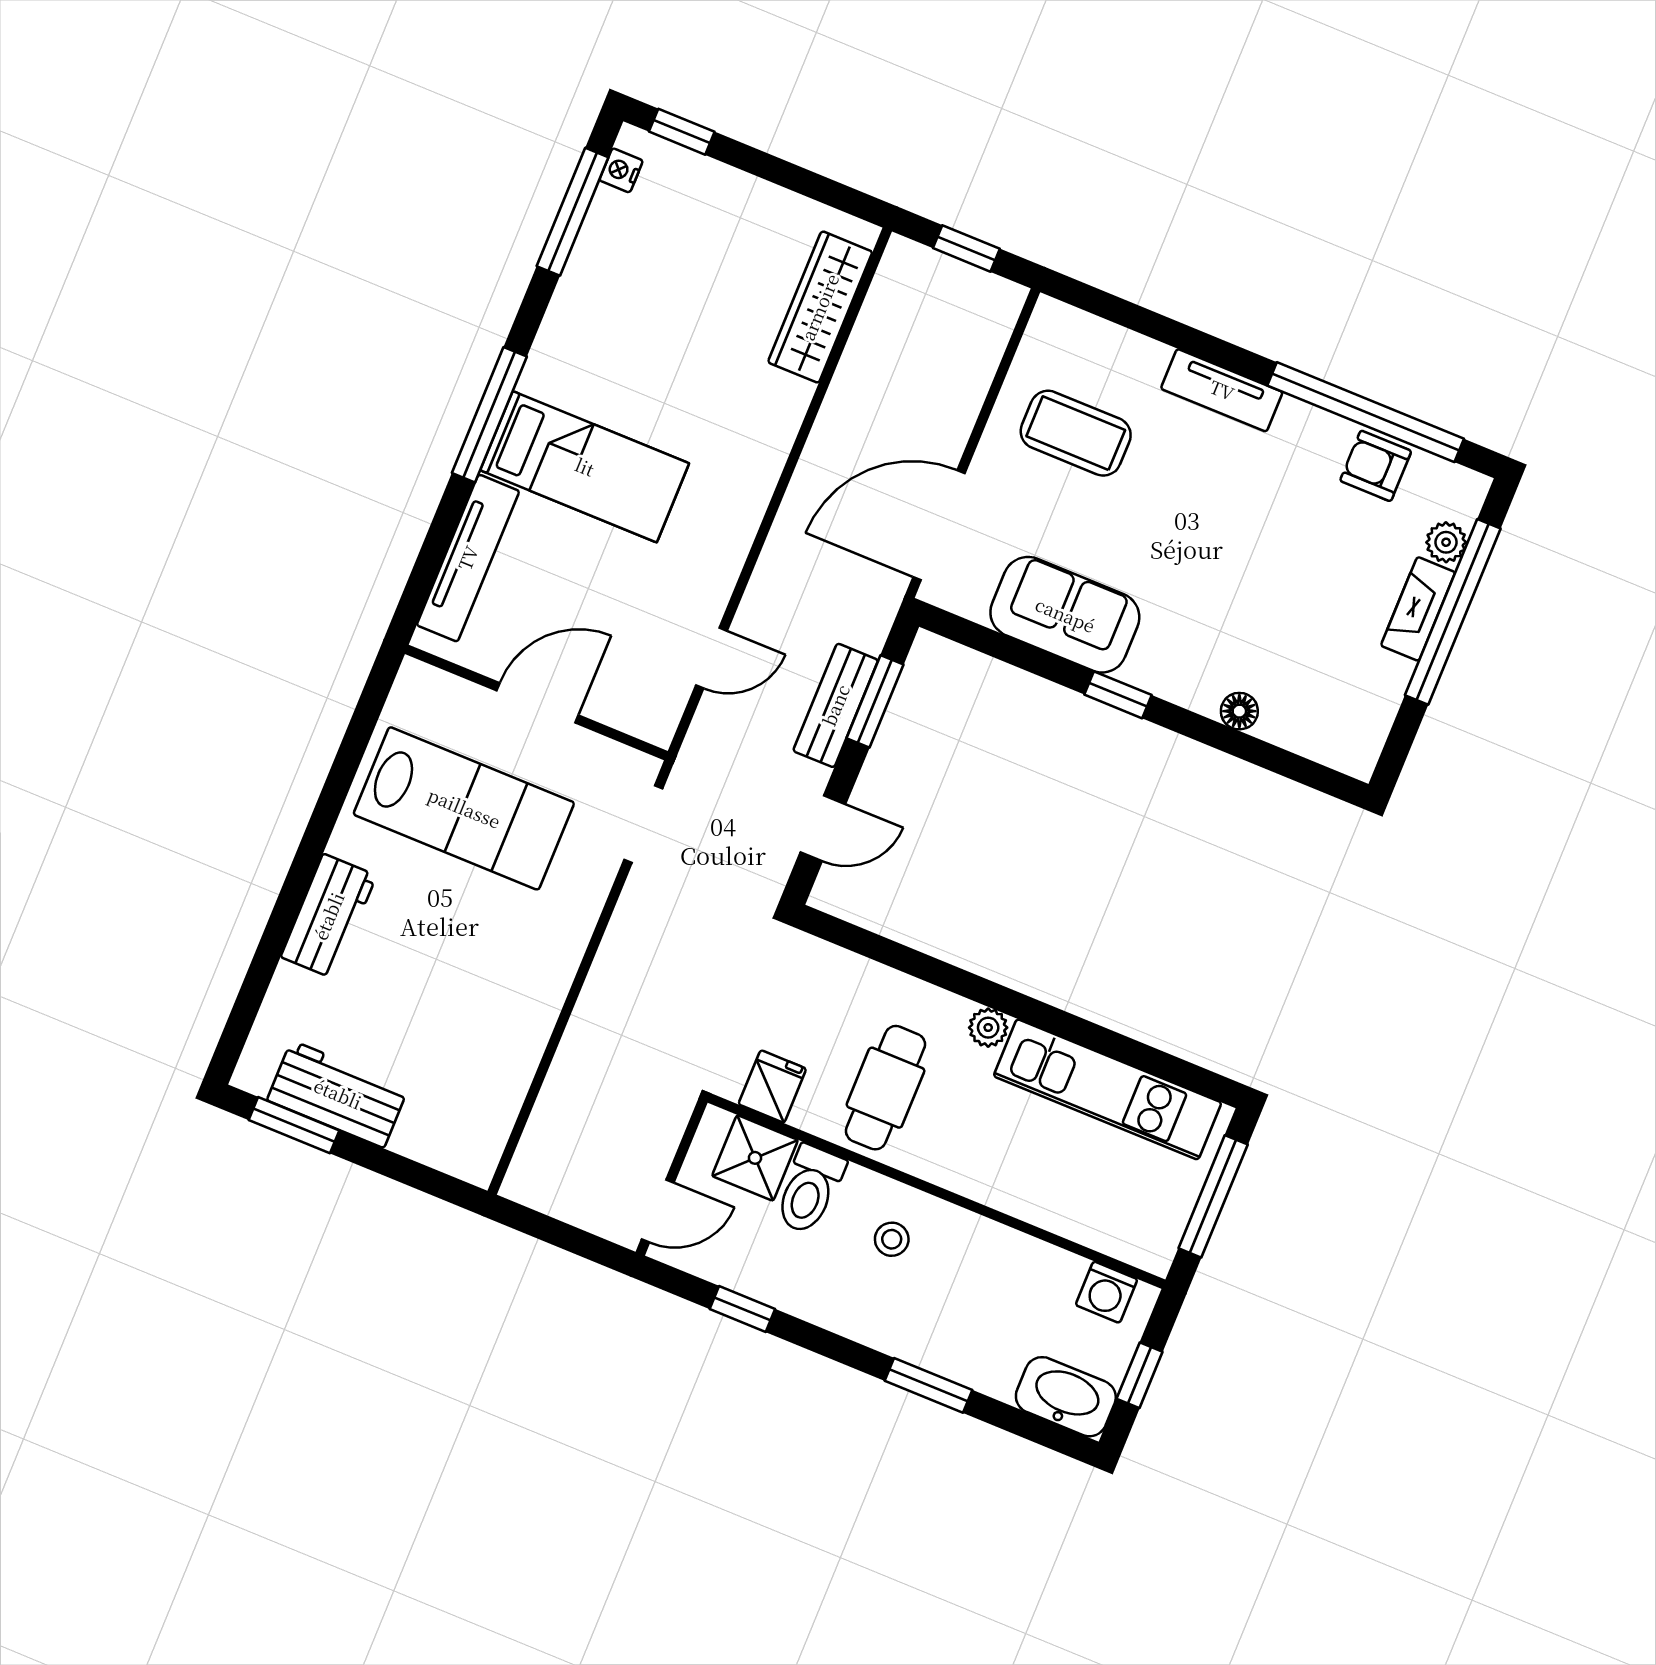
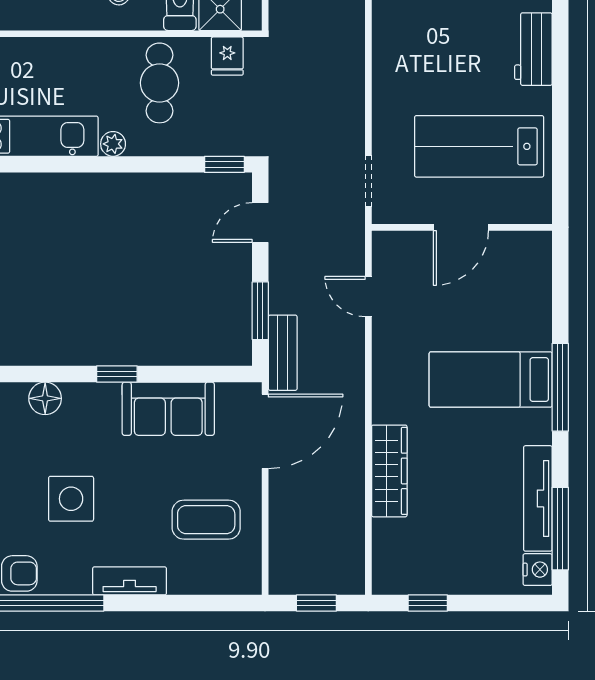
window: (682, 132) -> (428, 603), moved
nightstand: (621, 170) -> (538, 570), width x1.39, depth x1.35
wardrobe: (820, 307) -> (389, 471), moved
side table: (1257, 543) -> (71, 499), added
tv unit: (468, 558) -> (538, 498), moved
door: (711, 658) -> (368, 297), hinge flipped
bench: (836, 705) -> (283, 353), moved
floor lamp: (1239, 711) -> (45, 398), width x1.37, depth x1.37
window: (840, 933) -> (224, 164), added

